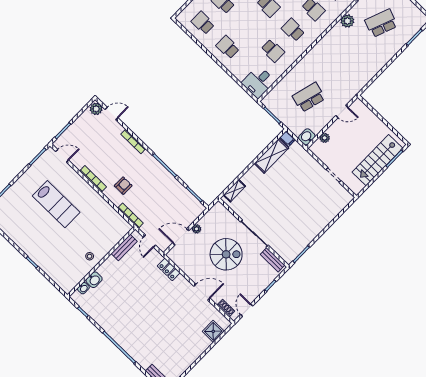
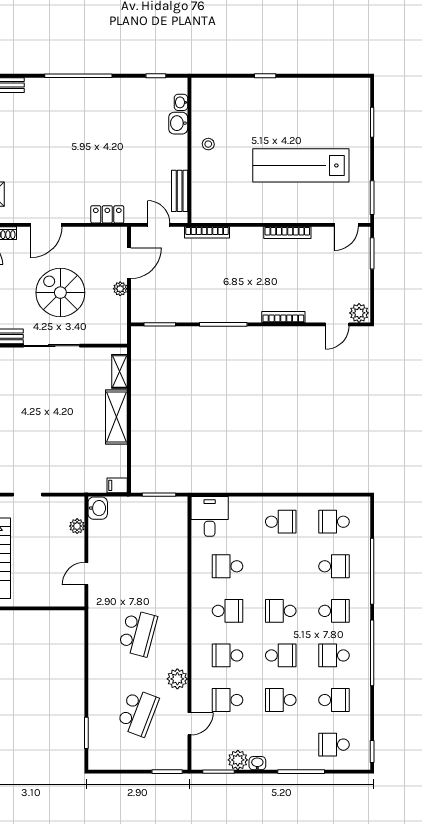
school desk: (203, 23) -> (334, 522), turned 180
school desk: (309, 97) -> (138, 633), moved
shelving: (271, 156) -> (116, 417), moved
armchair: (123, 186) -> (247, 258), removed
lab bench: (56, 204) -> (301, 165), width x1.36
spiral stairs: (226, 254) -> (60, 293), turned 90

